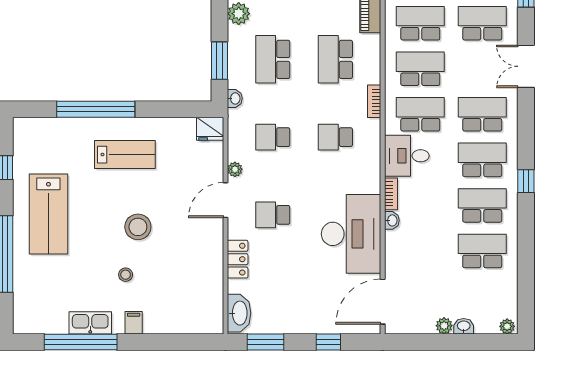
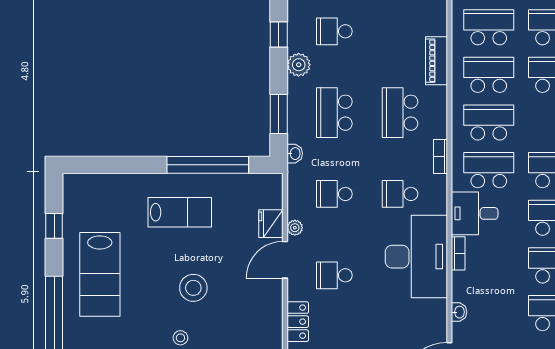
window: (96, 109) -> (208, 165), moved
fridge: (210, 129) -> (271, 224), moved, turned 90
washbasin: (392, 220) -> (459, 312), moved
desk: (351, 234) -> (416, 257), moved

